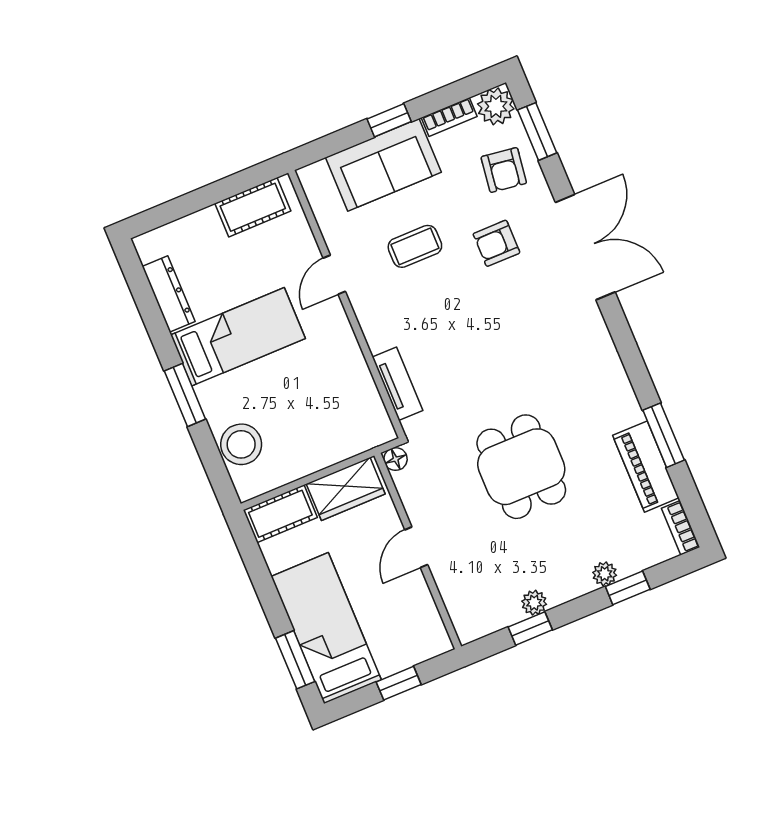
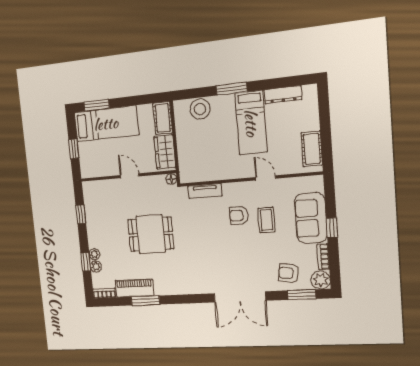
armchair: (496, 243) -> (239, 215), moved, turned -90
plant: (534, 603) -> (96, 266), moved

